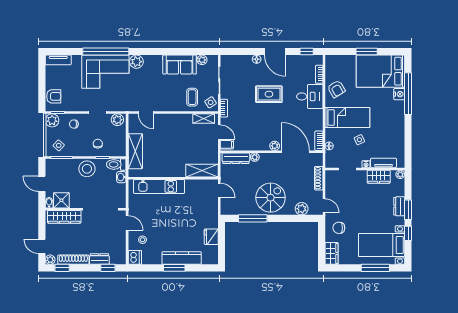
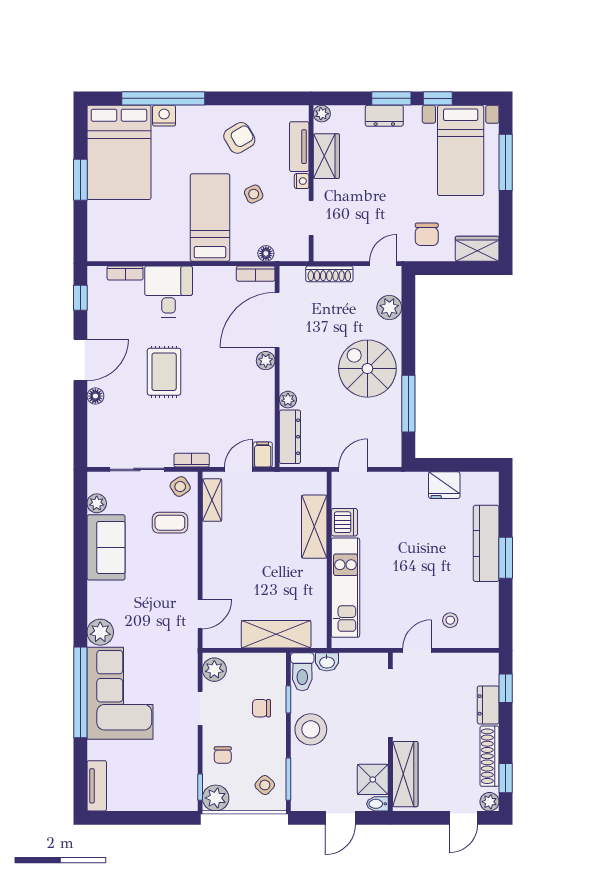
armchair: (336, 89) -> (239, 138), moved
armchair: (54, 96) -> (169, 795), removed
shelving: (202, 171) -> (314, 527), moved
dishwasher: (135, 257) -> (344, 522), moved, turned 90

